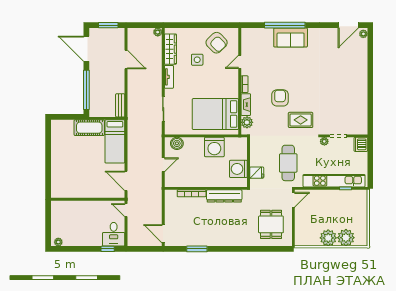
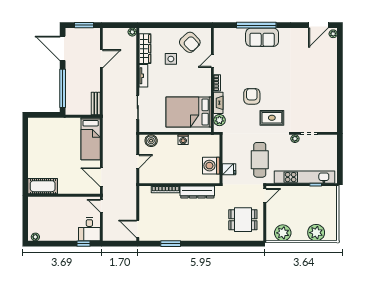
door: (126, 60) -> (101, 59), hinge flipped
cot: (89, 128) -> (43, 186), moved
dishwasher: (361, 144) -> (331, 142), removed
washing machine: (214, 147) -> (183, 140), width x0.53, depth x0.53
dining table: (271, 224) -> (243, 220), turned 90
plant: (328, 238) -> (283, 233), moved

